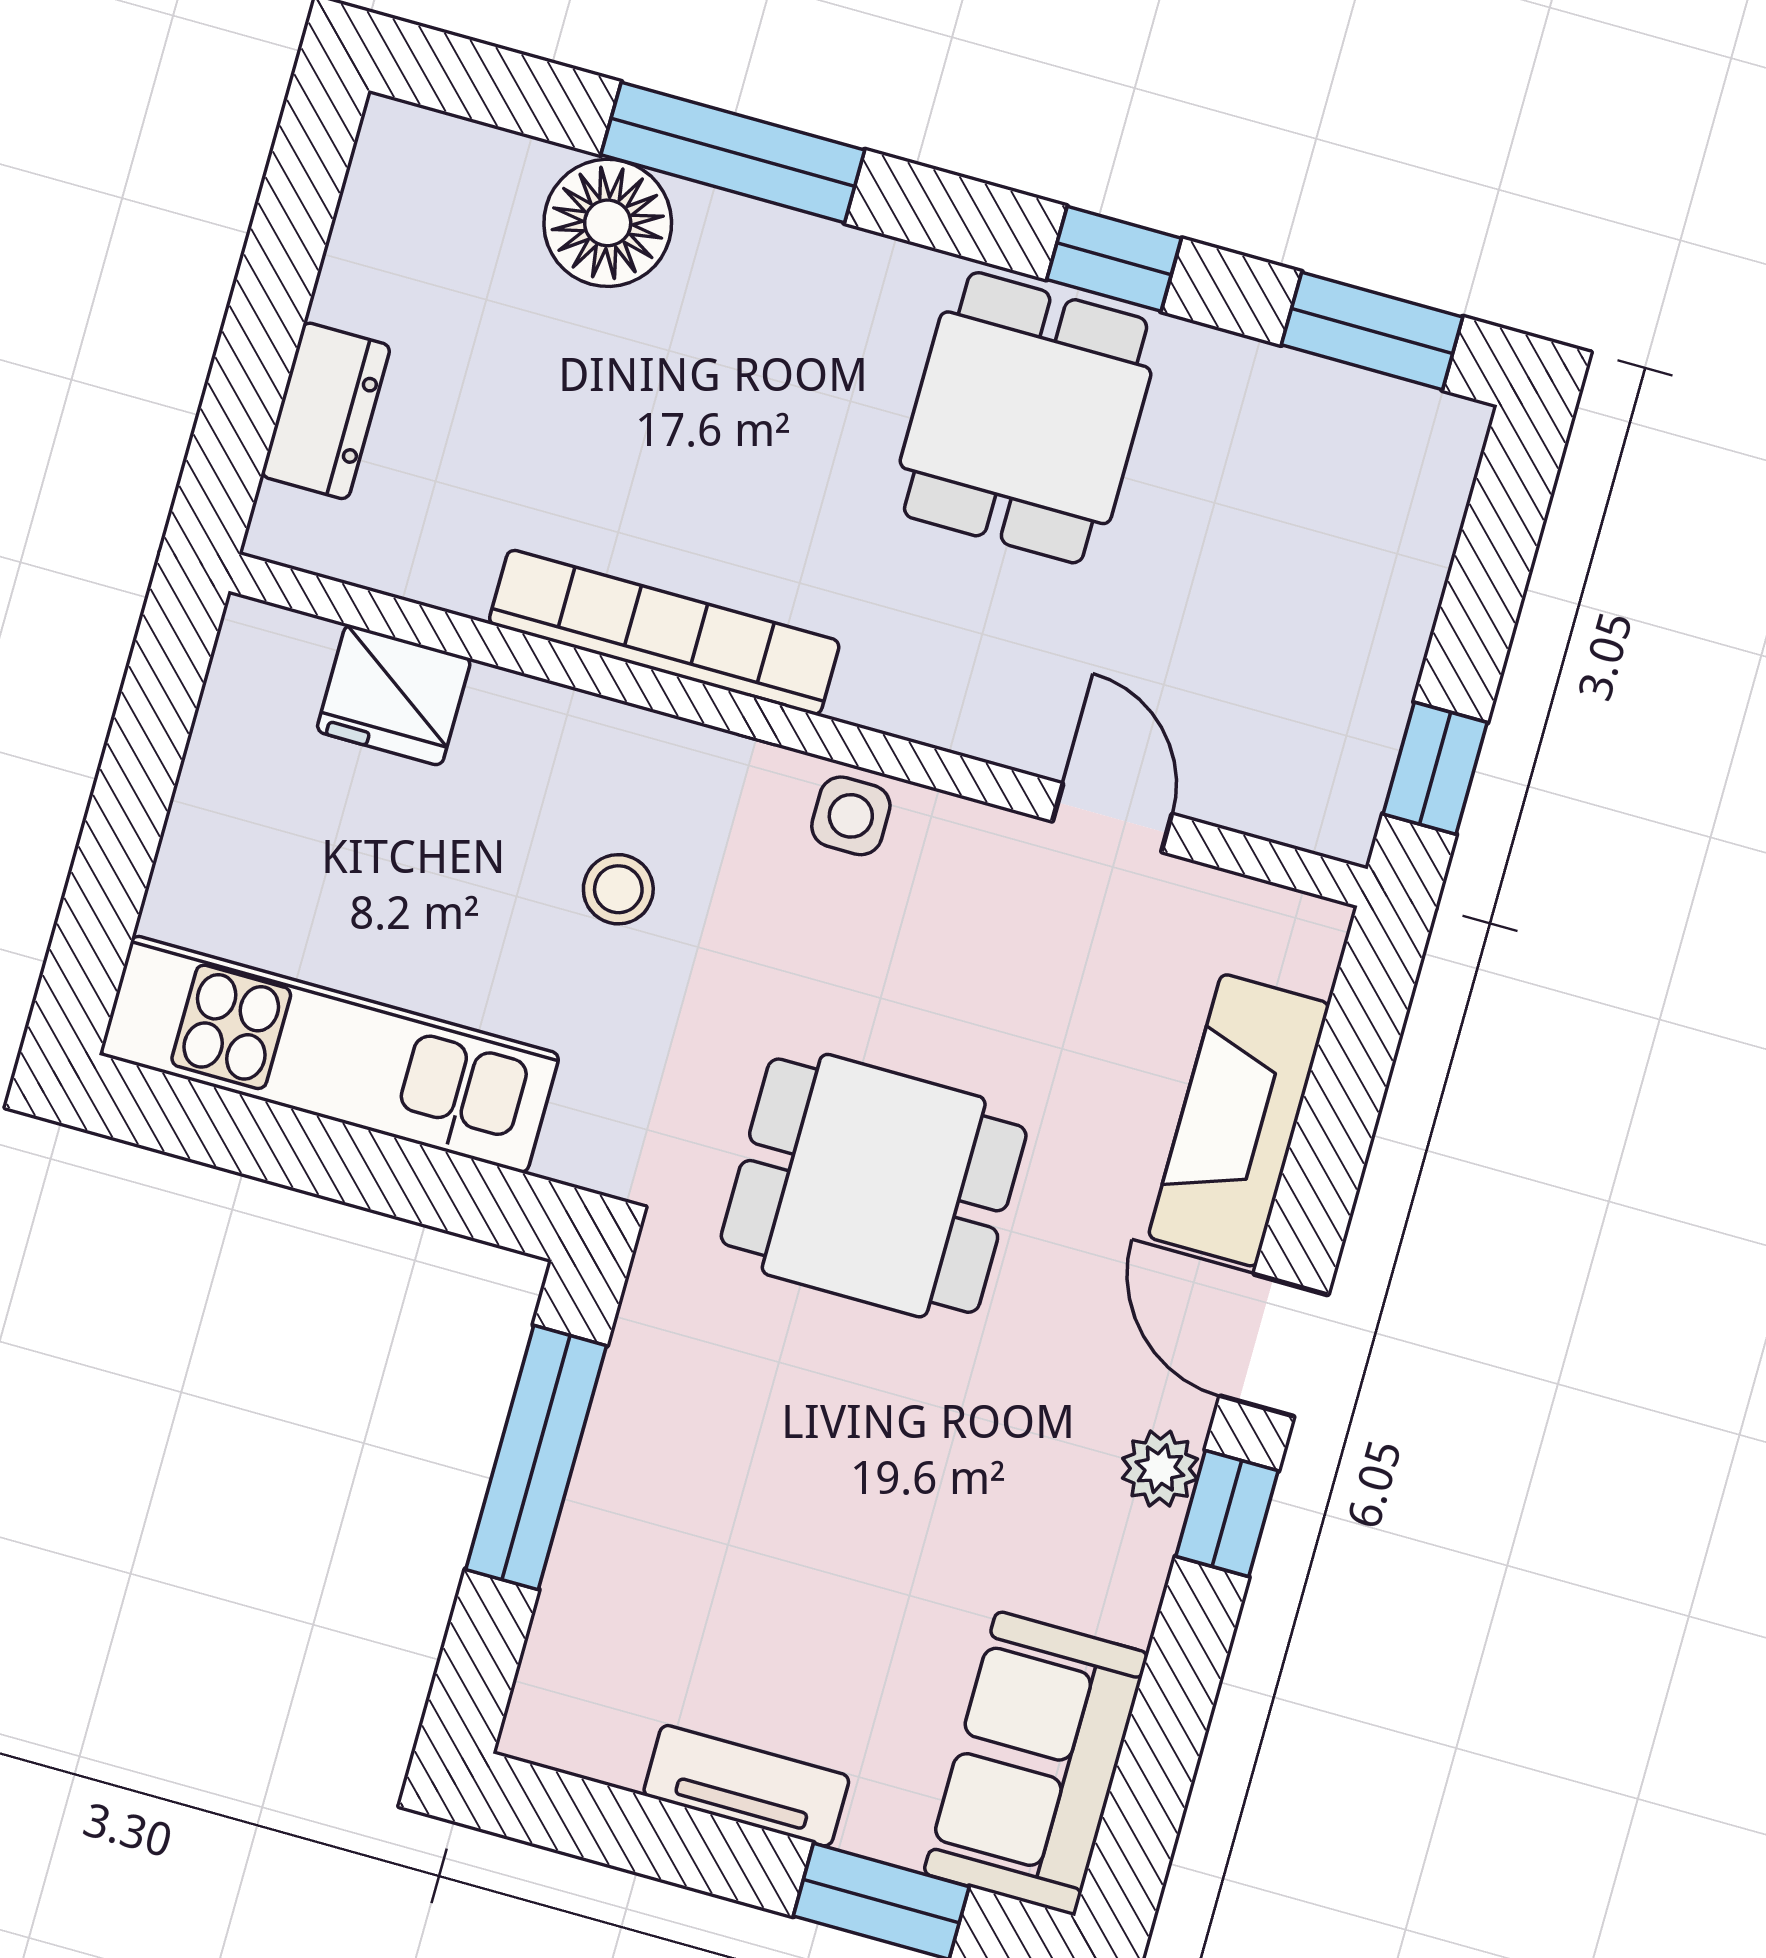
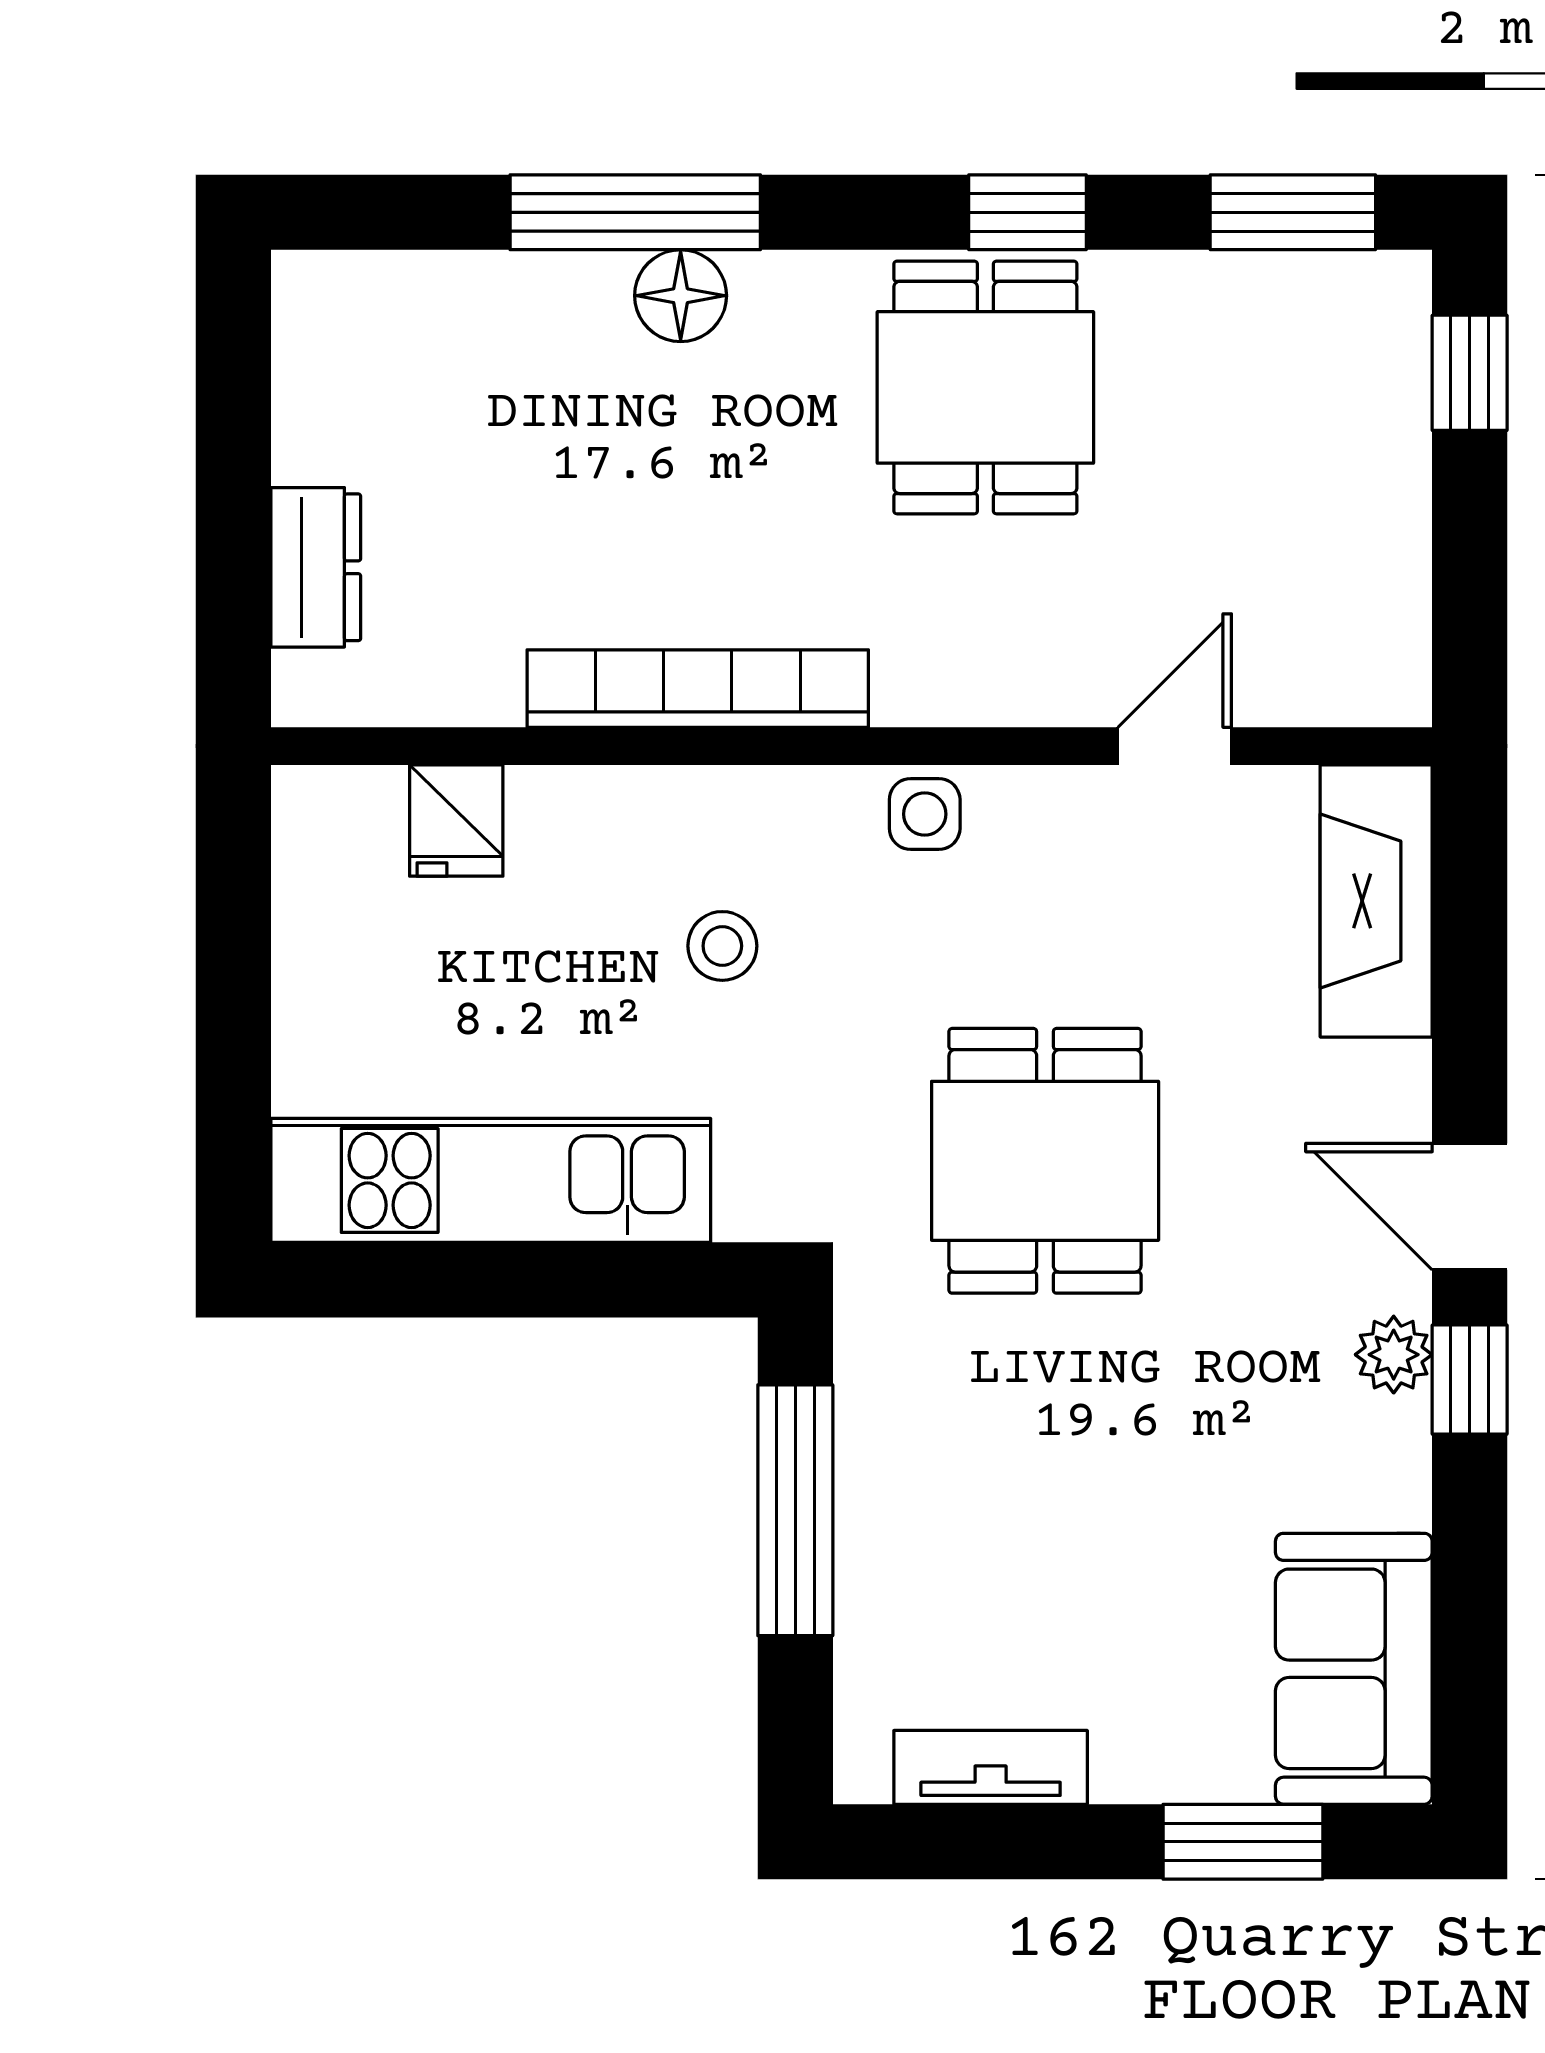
floor lamp: (608, 223) -> (681, 296), moved, width x0.73, depth x0.73
fridge: (394, 695) -> (456, 820), width x0.72
window: (1435, 768) -> (1470, 373), moved
door: (1112, 818) -> (1175, 746), hinge flipped
fireplace: (1239, 1120) -> (1376, 901), moved
dining table: (874, 1186) -> (1045, 1161), turned 90
tv unit: (746, 1786) -> (991, 1767), moved

